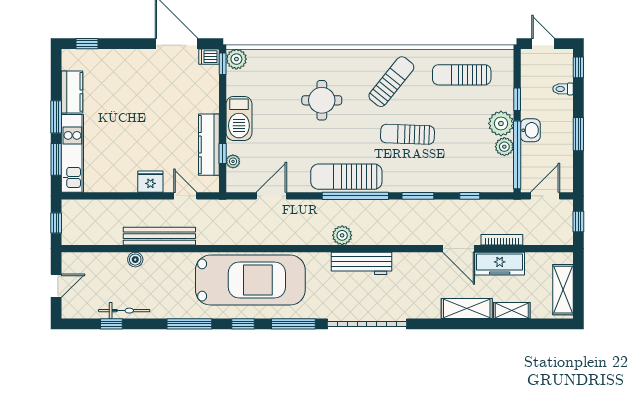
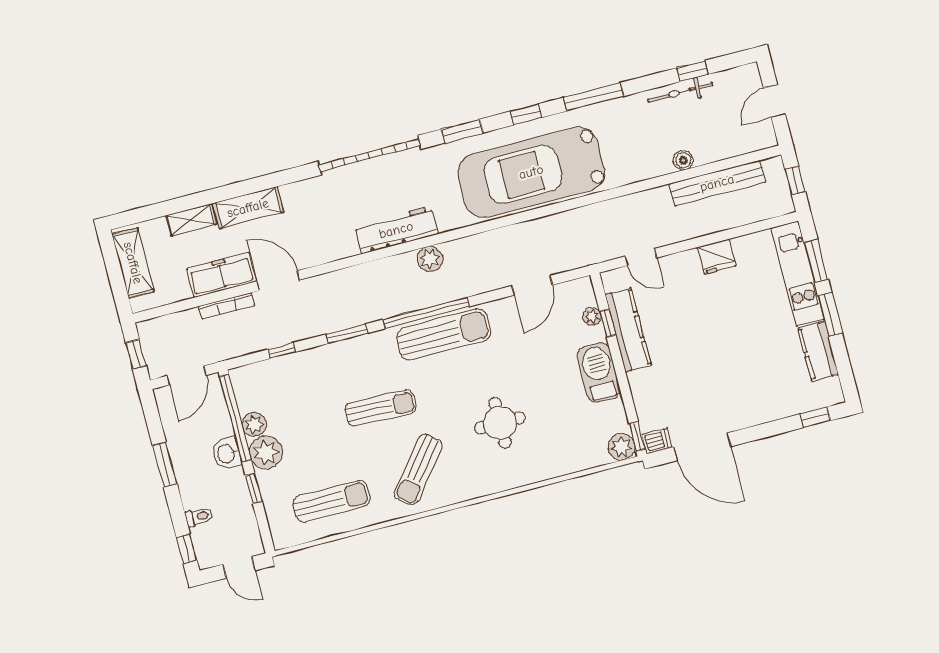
fridge: (150, 182) -> (717, 257), moved
bench: (159, 236) -> (717, 183), moved
window: (293, 324) -> (462, 131), width x0.69

